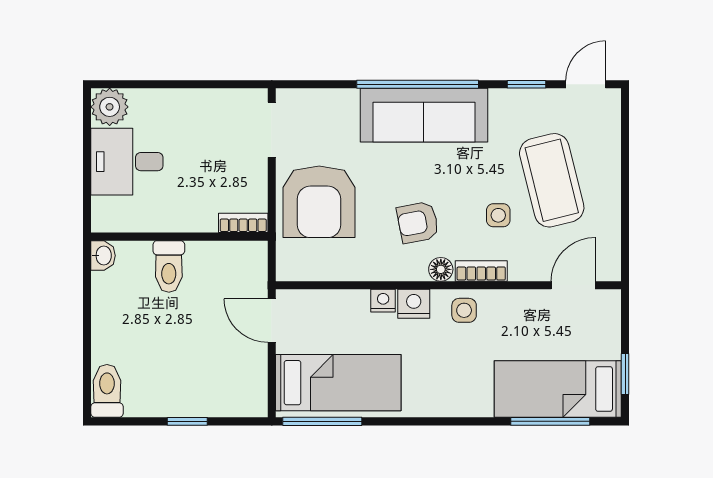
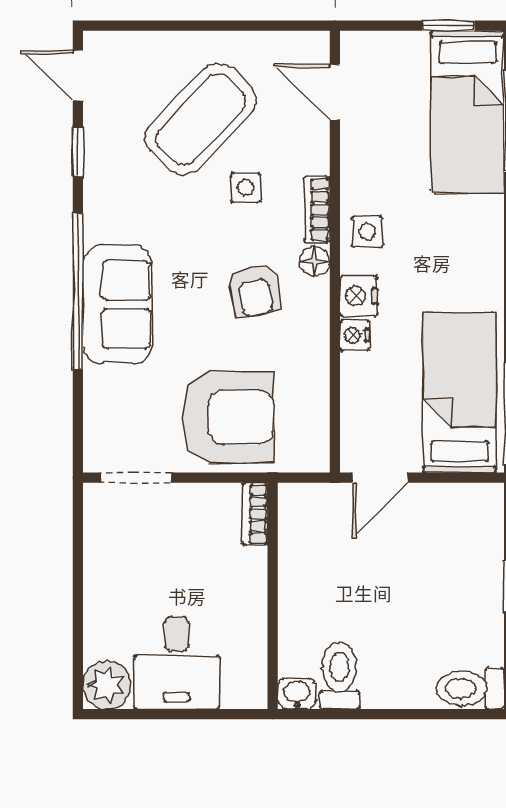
sofa: (424, 115) -> (117, 304), width x0.73
coffee table: (552, 180) -> (201, 119), turned -32
toilet: (169, 266) -> (340, 676), moved, turned -90

